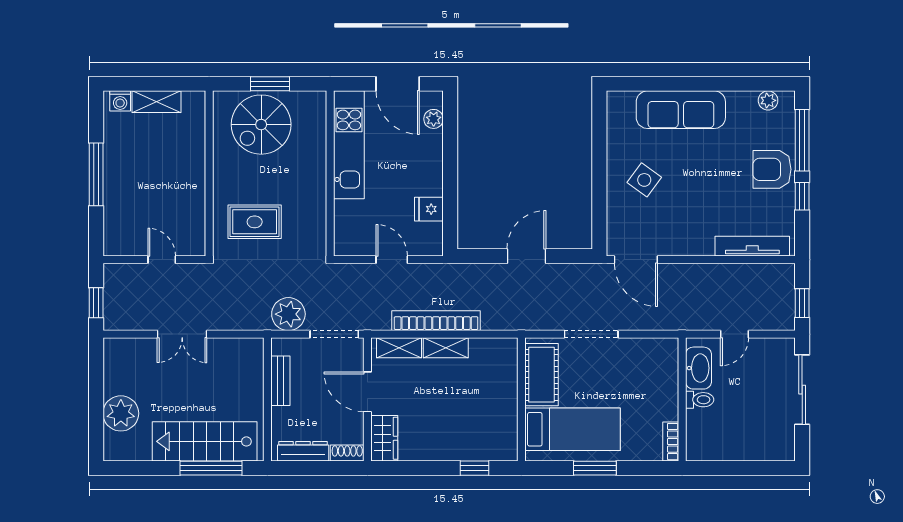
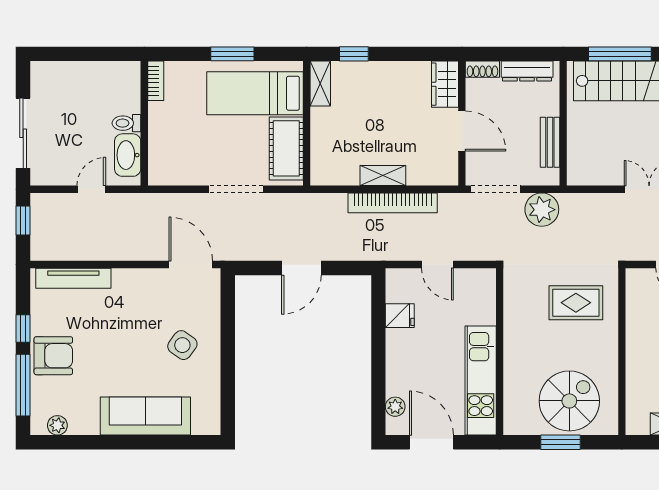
shelving: (399, 348) -> (320, 84), moved, turned 90

